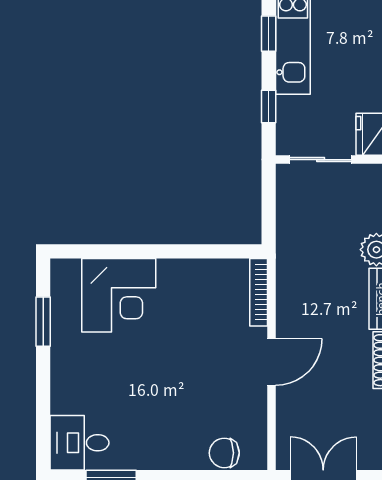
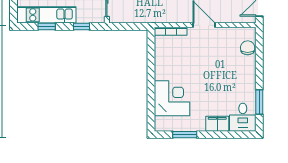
filing cabinet: (66, 389) -> (217, 124), added
chair: (224, 453) -> (248, 48), turned 180

